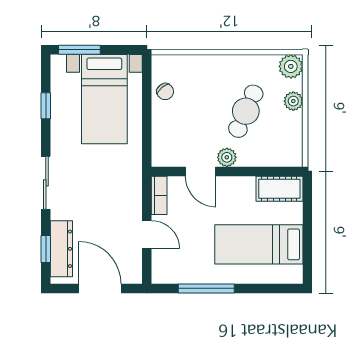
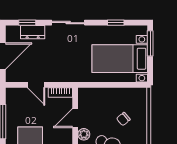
chair: (165, 92) -> (123, 119), moved
door: (147, 235) -> (36, 85), hinge flipped
dresser: (61, 249) -> (33, 32), width x0.70

